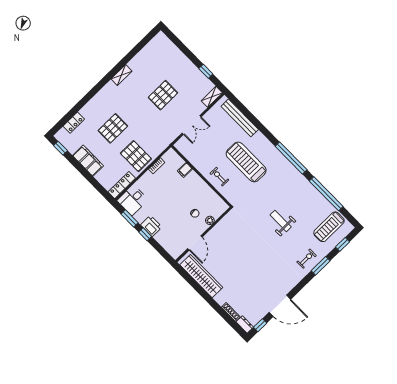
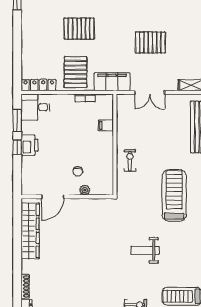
filing cabinet: (88, 161) -> (112, 82), moved, turned -90
treadmill: (246, 162) -> (174, 195), moved
weight bench: (281, 221) -> (145, 250), turned -90

